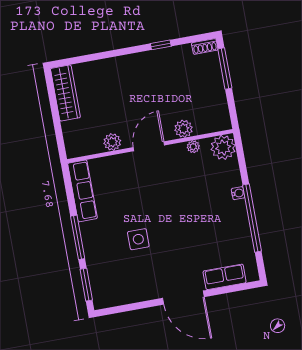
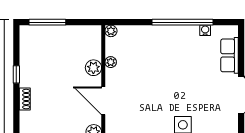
shoe rack: (205, 46) -> (25, 99), moved
plant: (223, 147) -> (111, 31), width x0.53, depth x0.53
water cooler: (238, 193) -> (205, 30), moved

